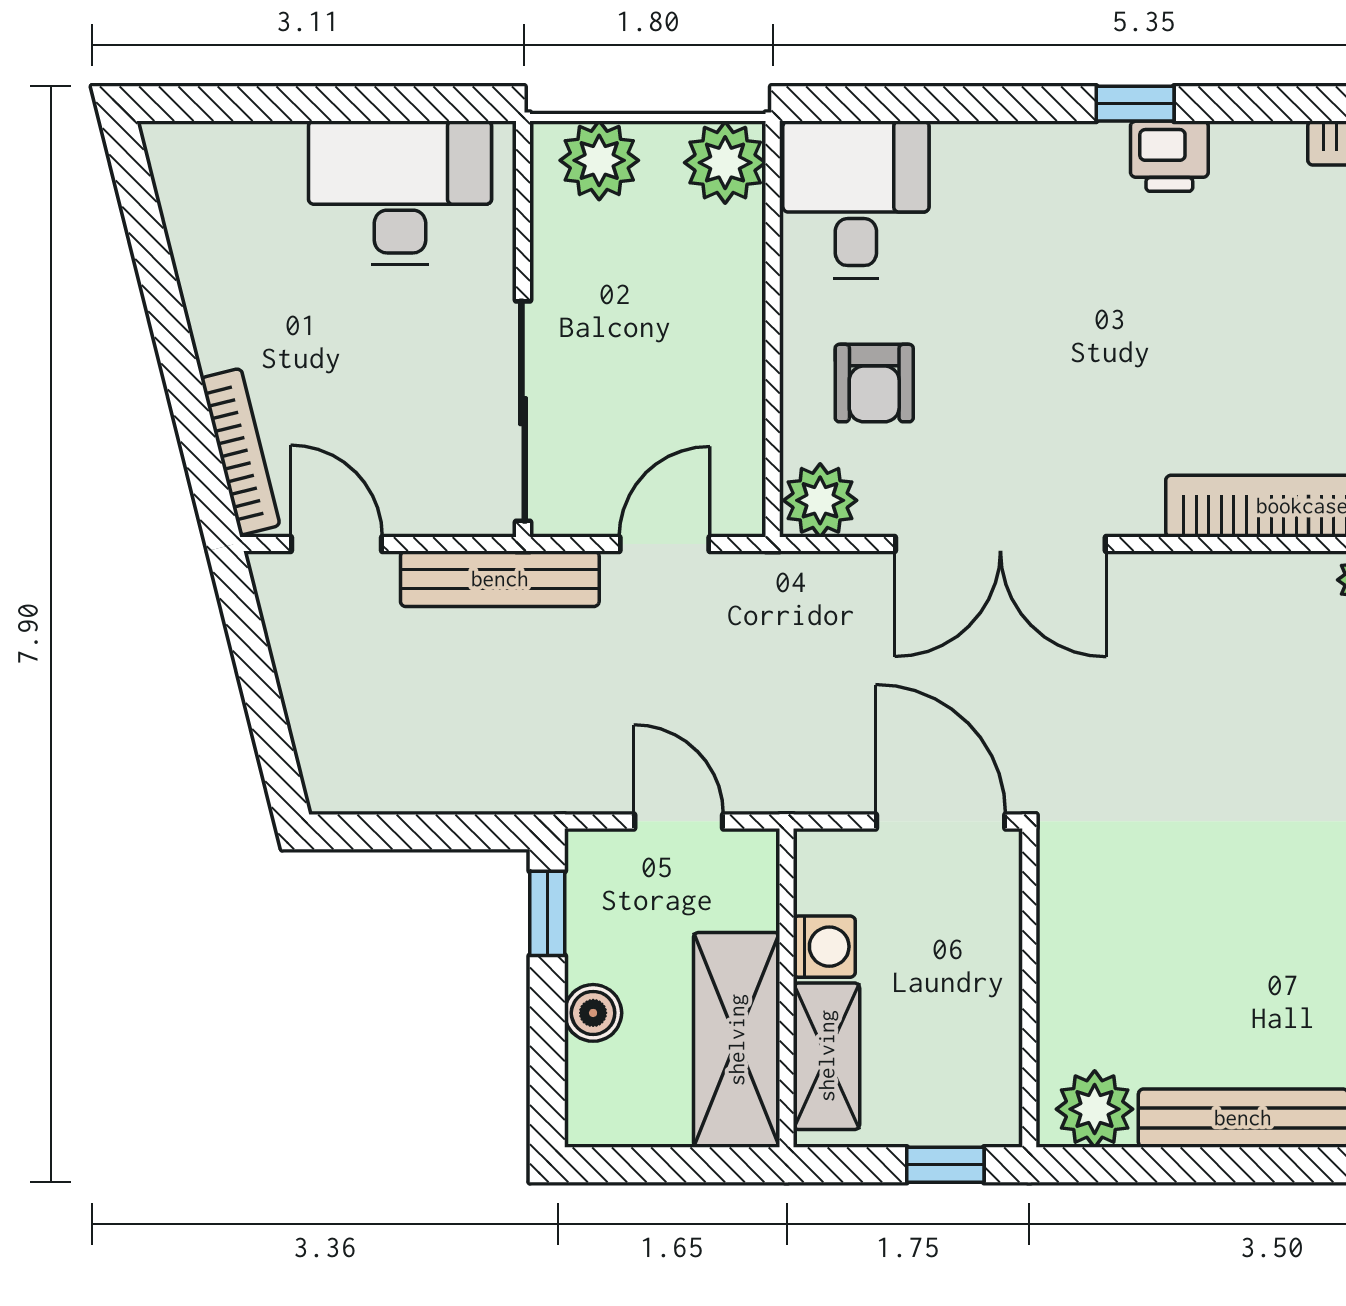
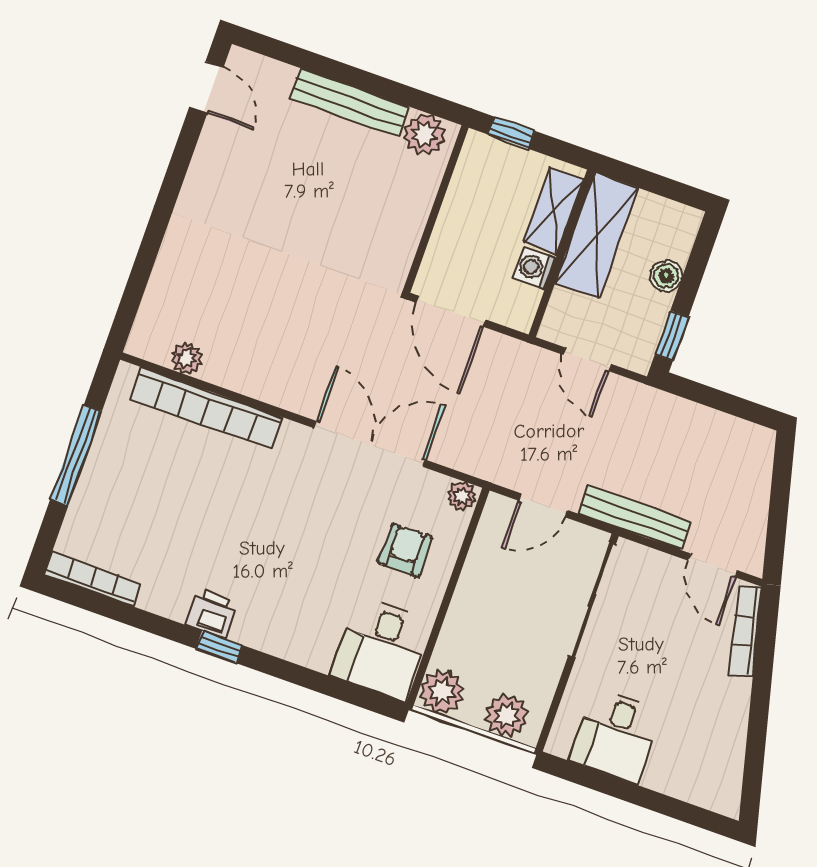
desk: (400, 193) -> (616, 736), width x0.73
plant: (820, 500) -> (462, 496), width x0.73, depth x0.73

